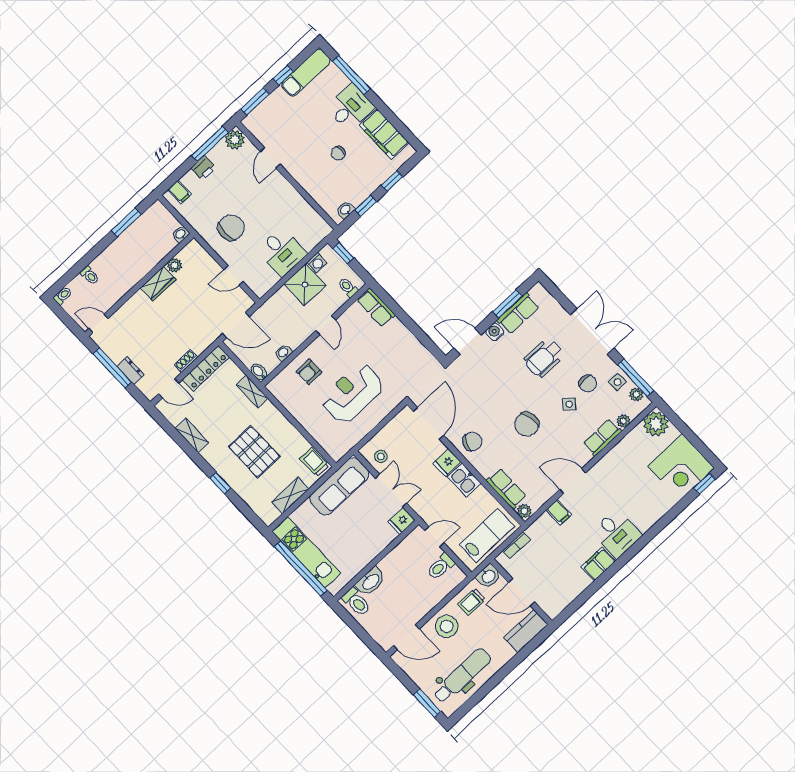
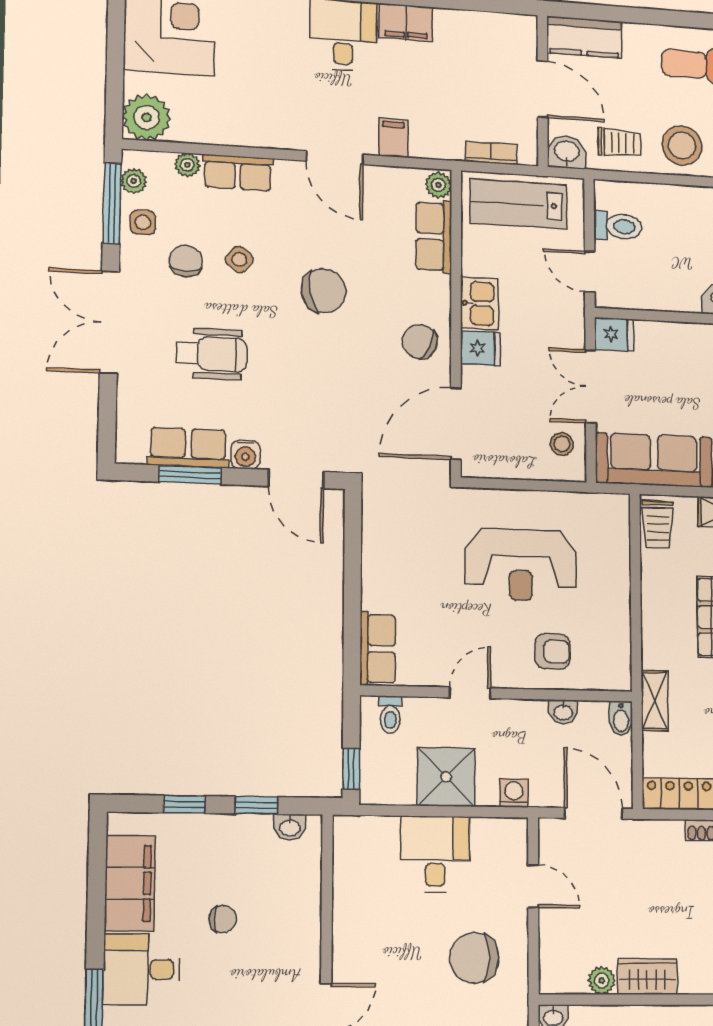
washing machine: (317, 263) -> (514, 793), moved

